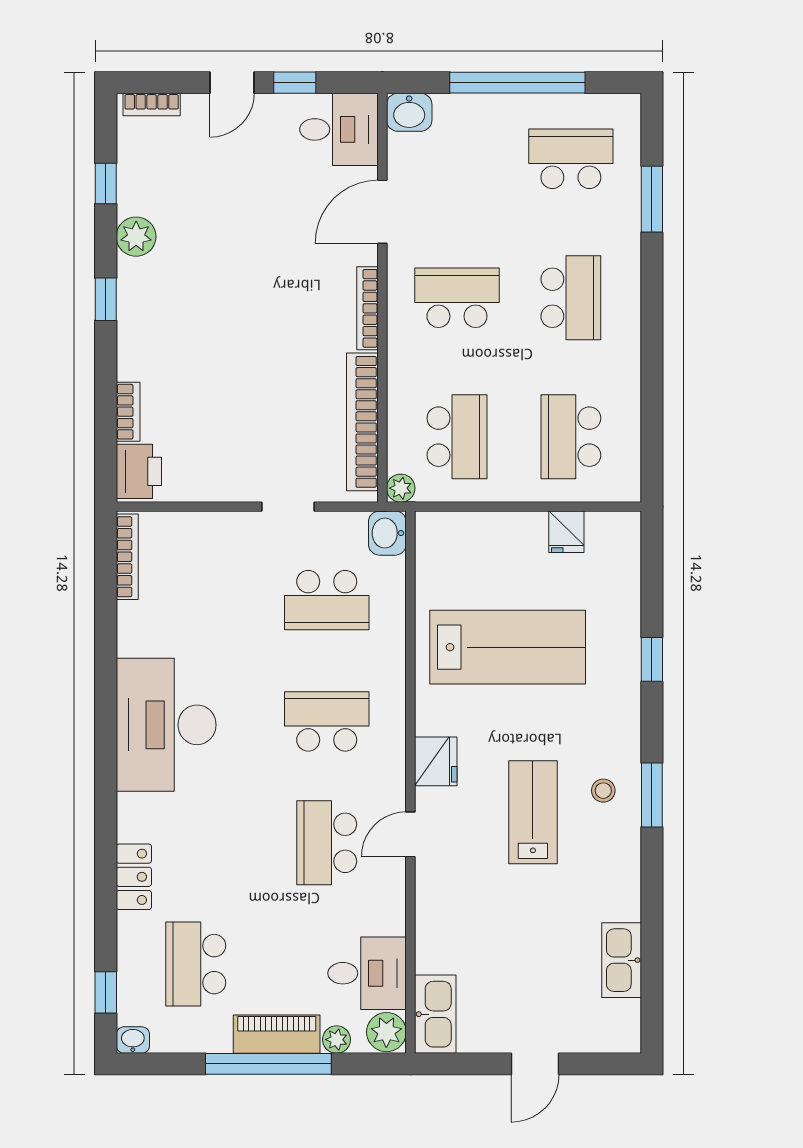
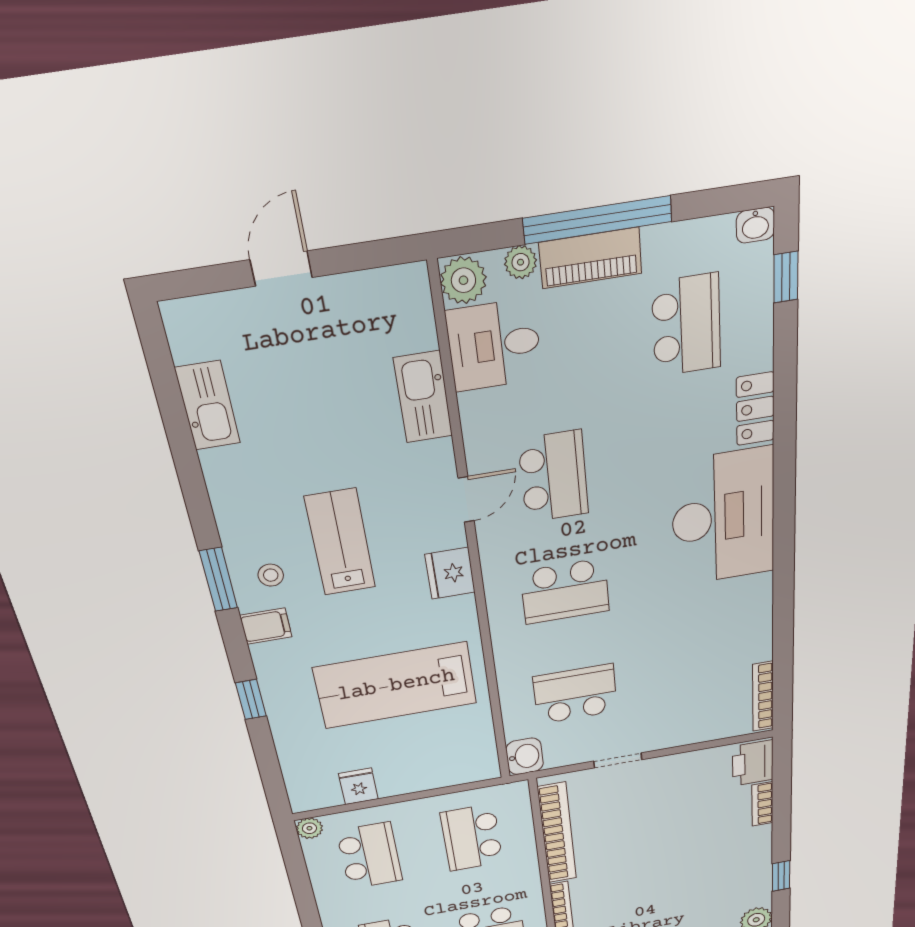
plant: (401, 488) -> (309, 828), moved
desk: (166, 725) -> (723, 517), moved
filing cabinet: (619, 738) -> (266, 626), added
lab bench: (533, 812) -> (340, 542), turned 180
kitchen sink: (435, 1014) -> (423, 397), moved

